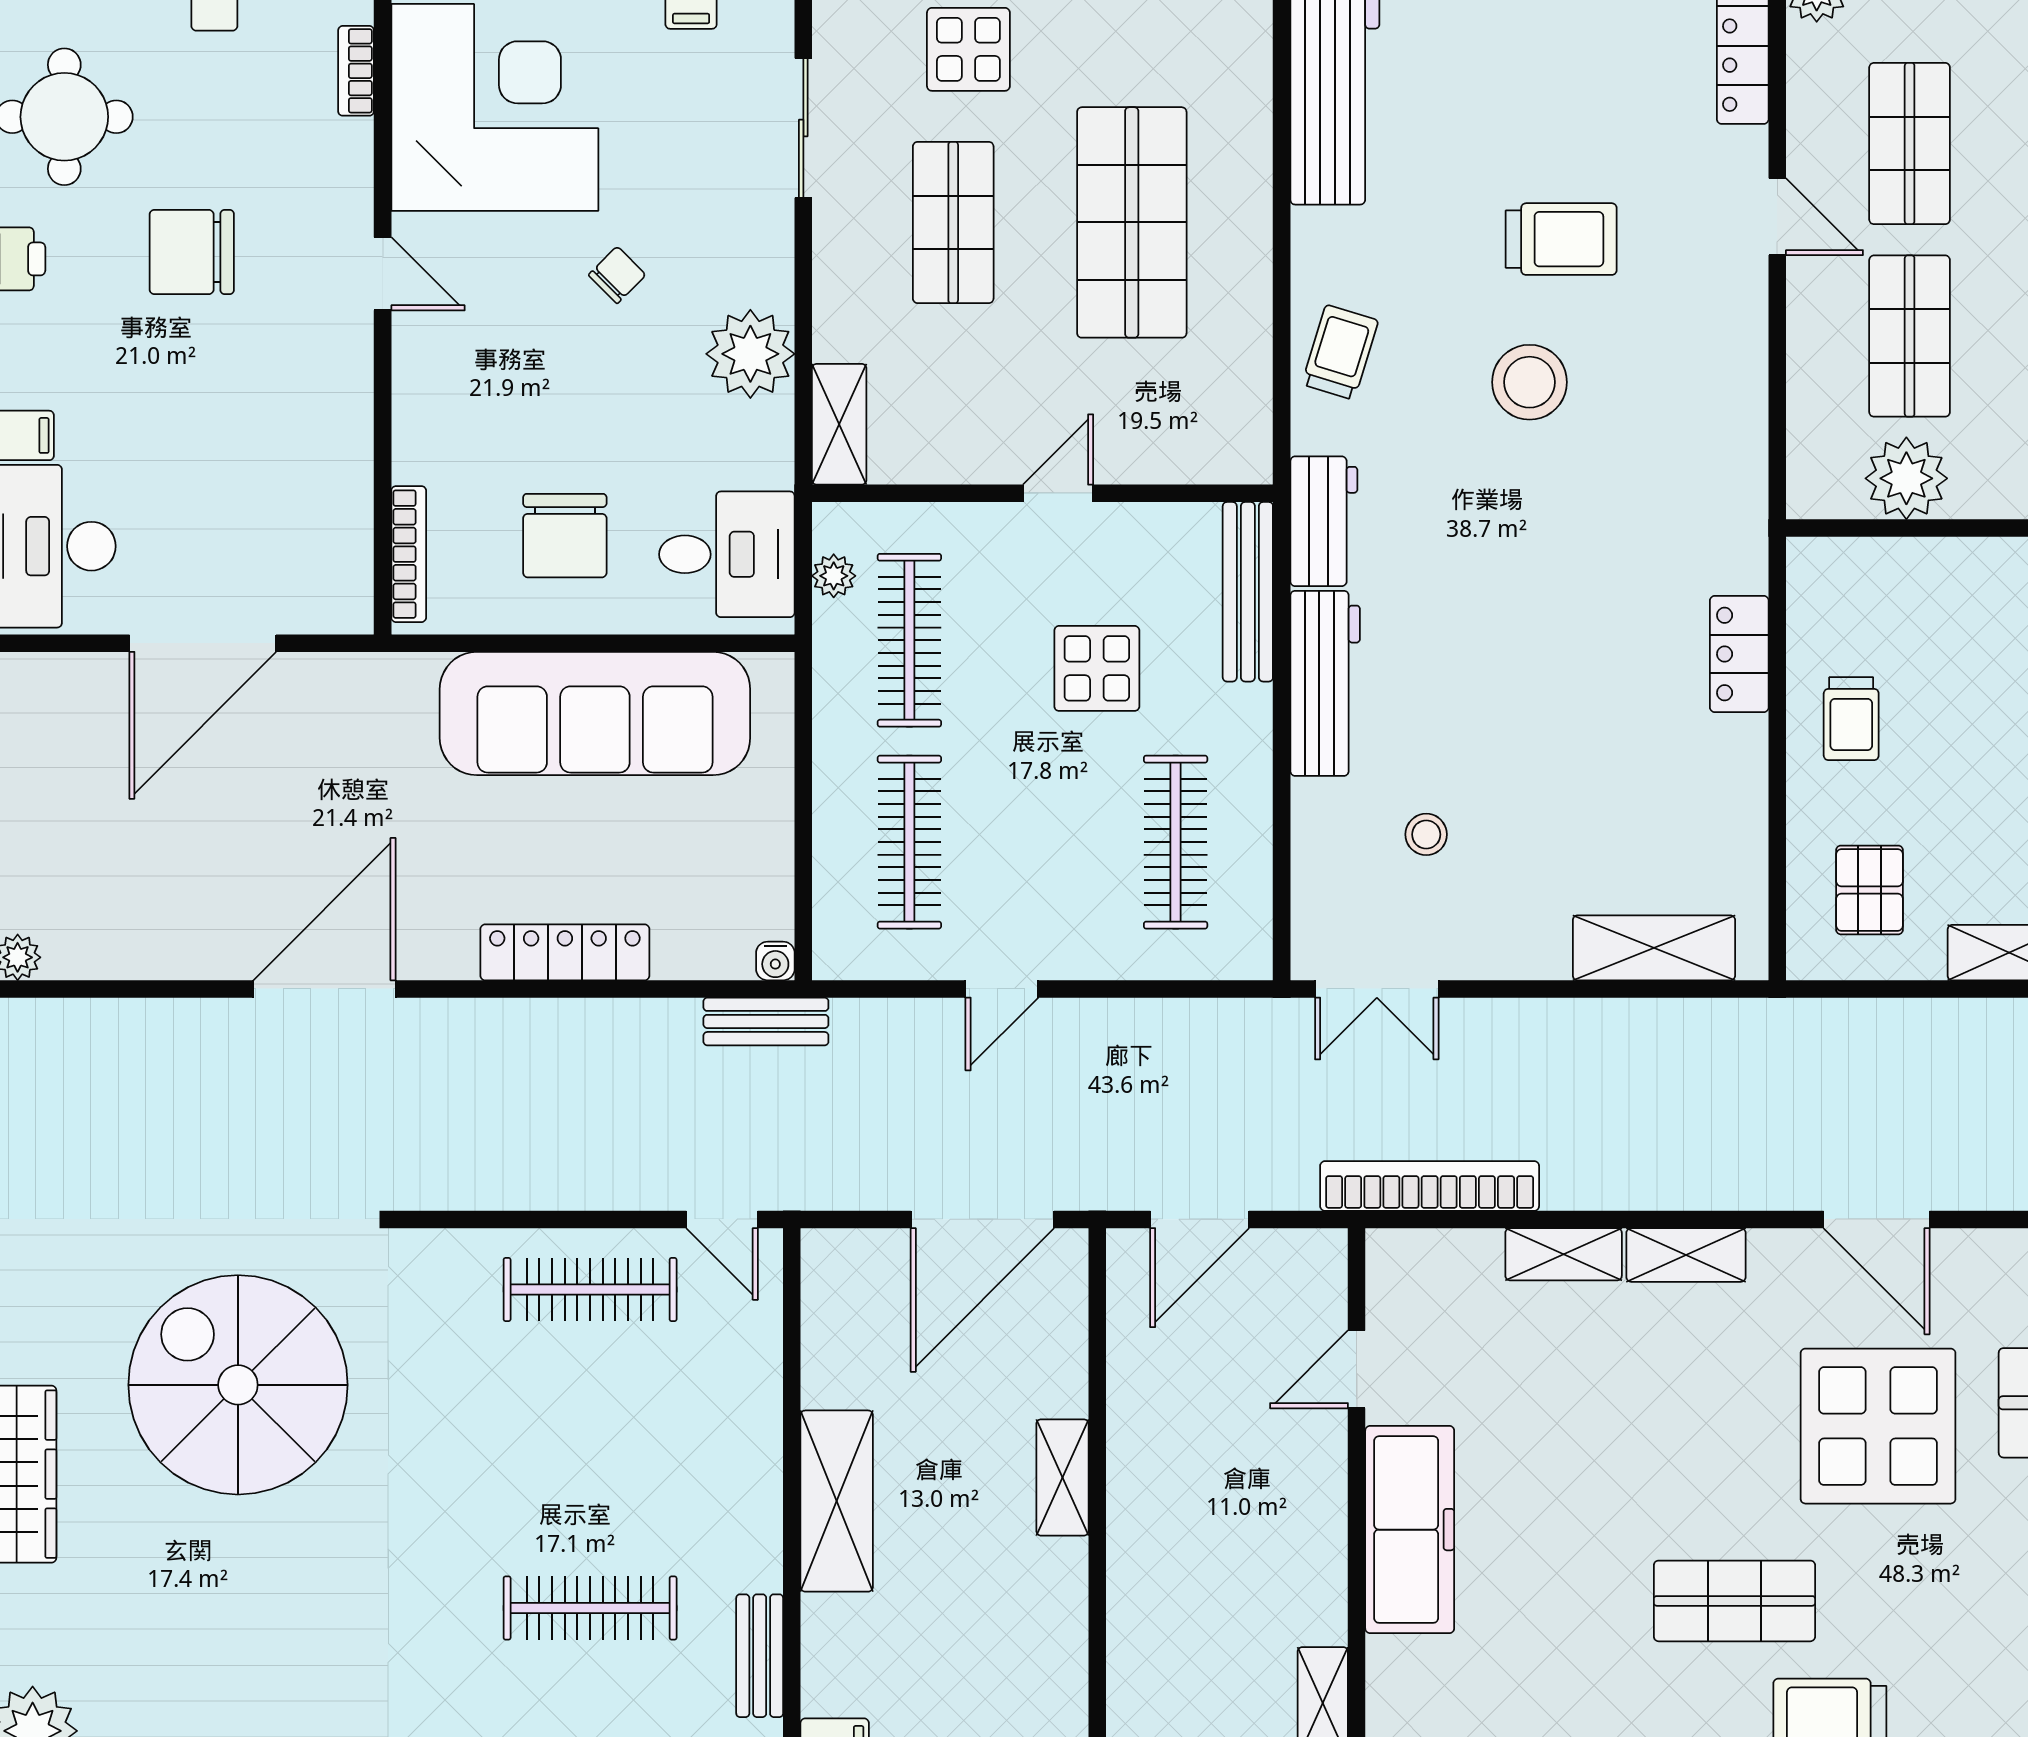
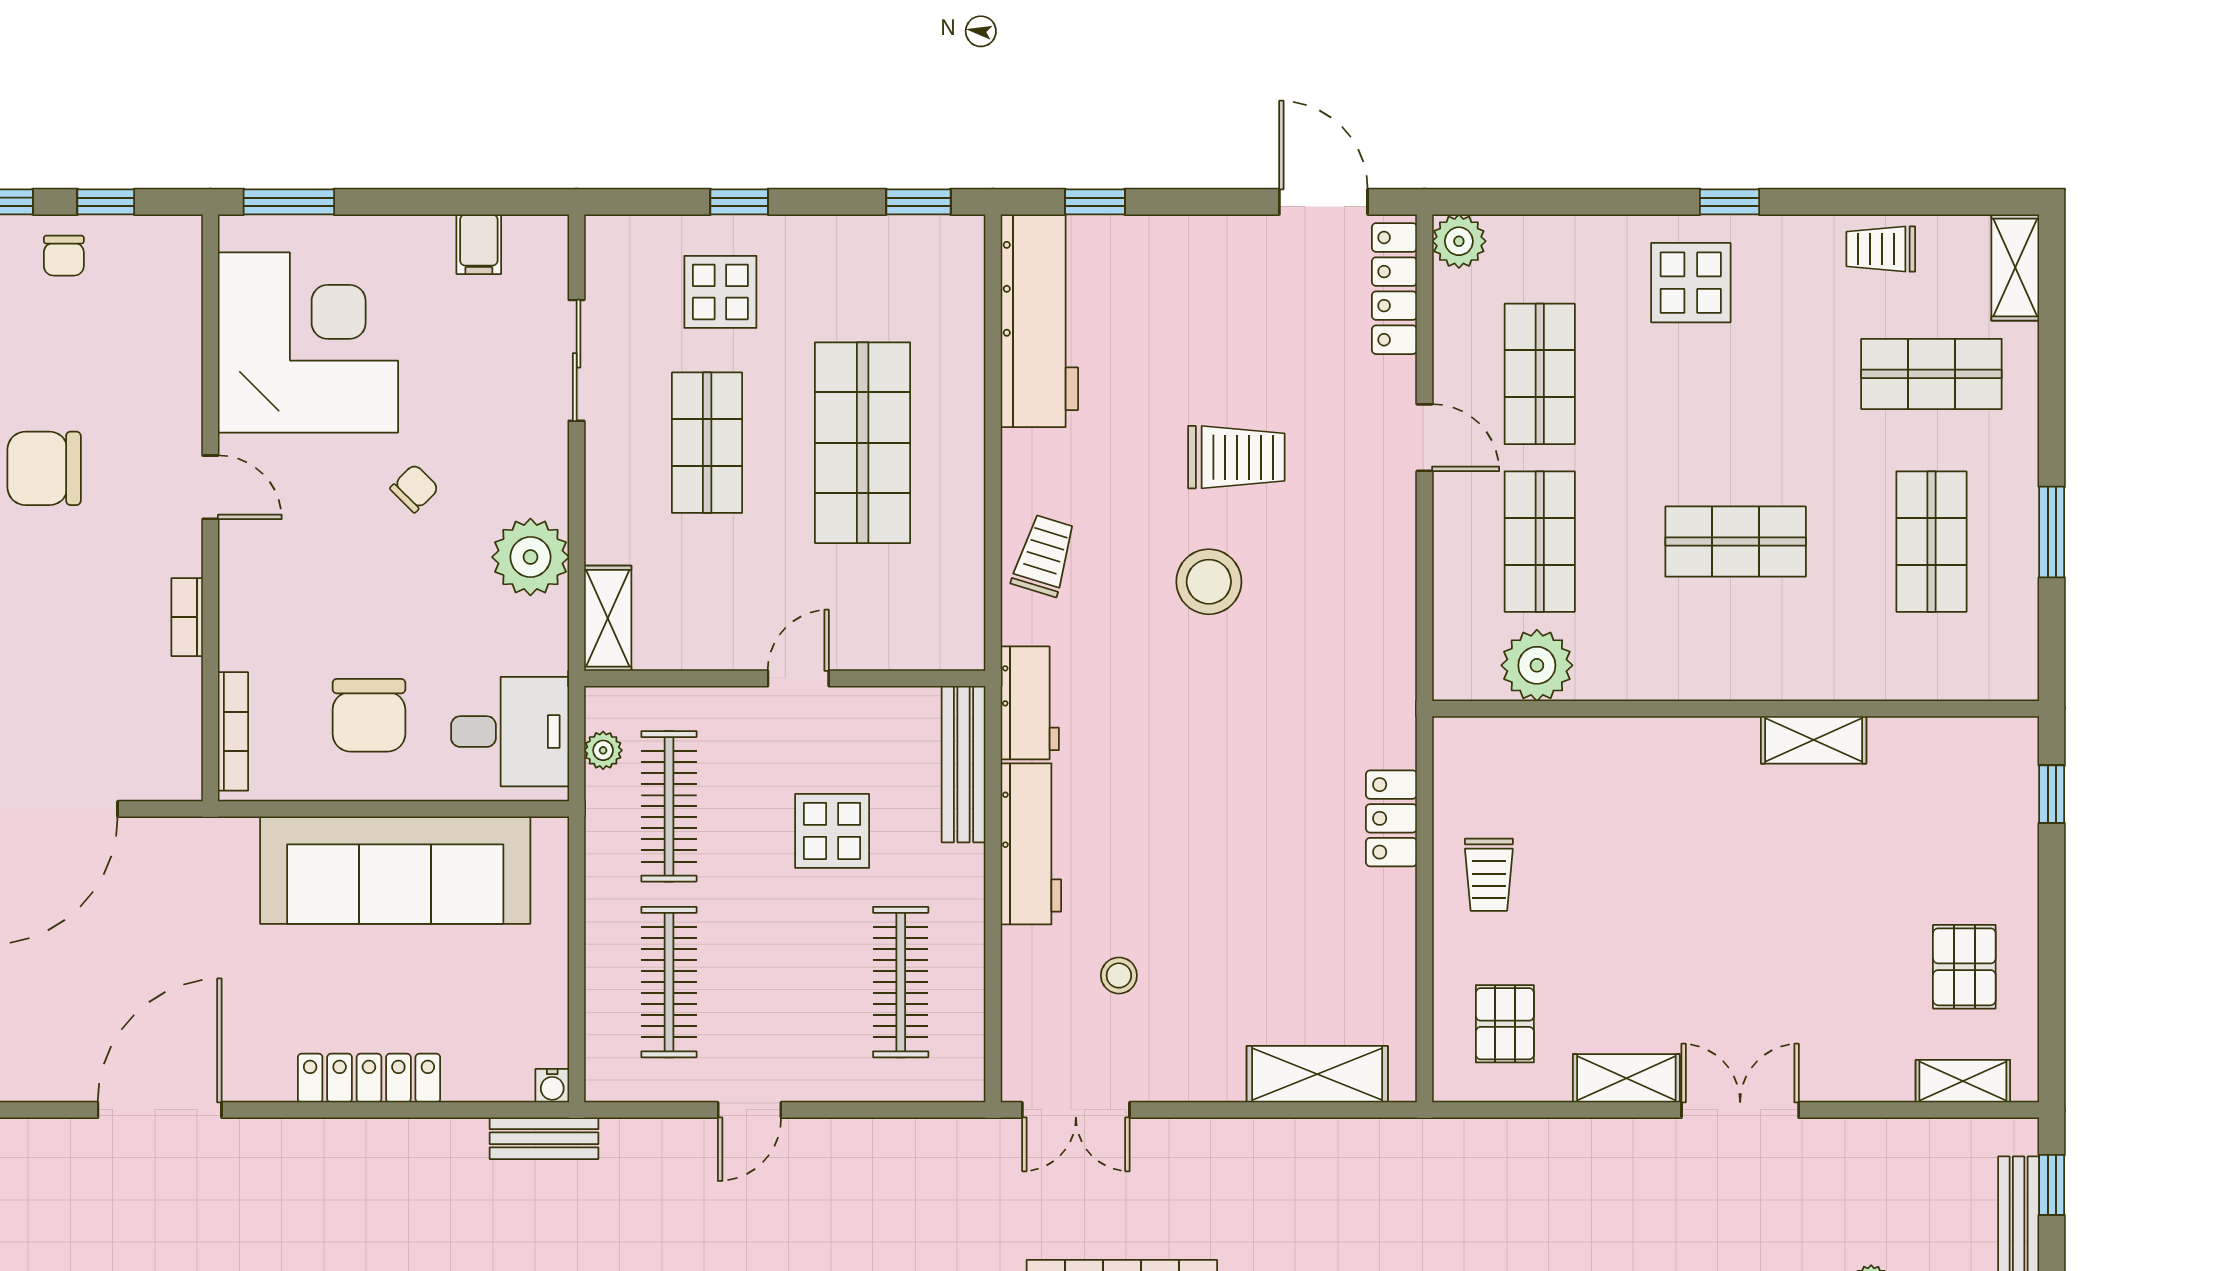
bookcase: (356, 71) -> (187, 617), moved

